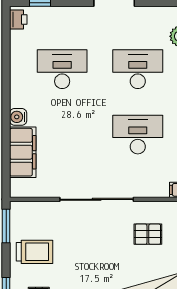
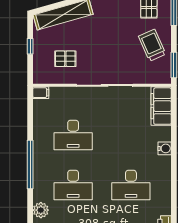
filing cabinet: (23, 152) -> (161, 106), moved
trolley: (34, 252) -> (152, 45), turned 66

